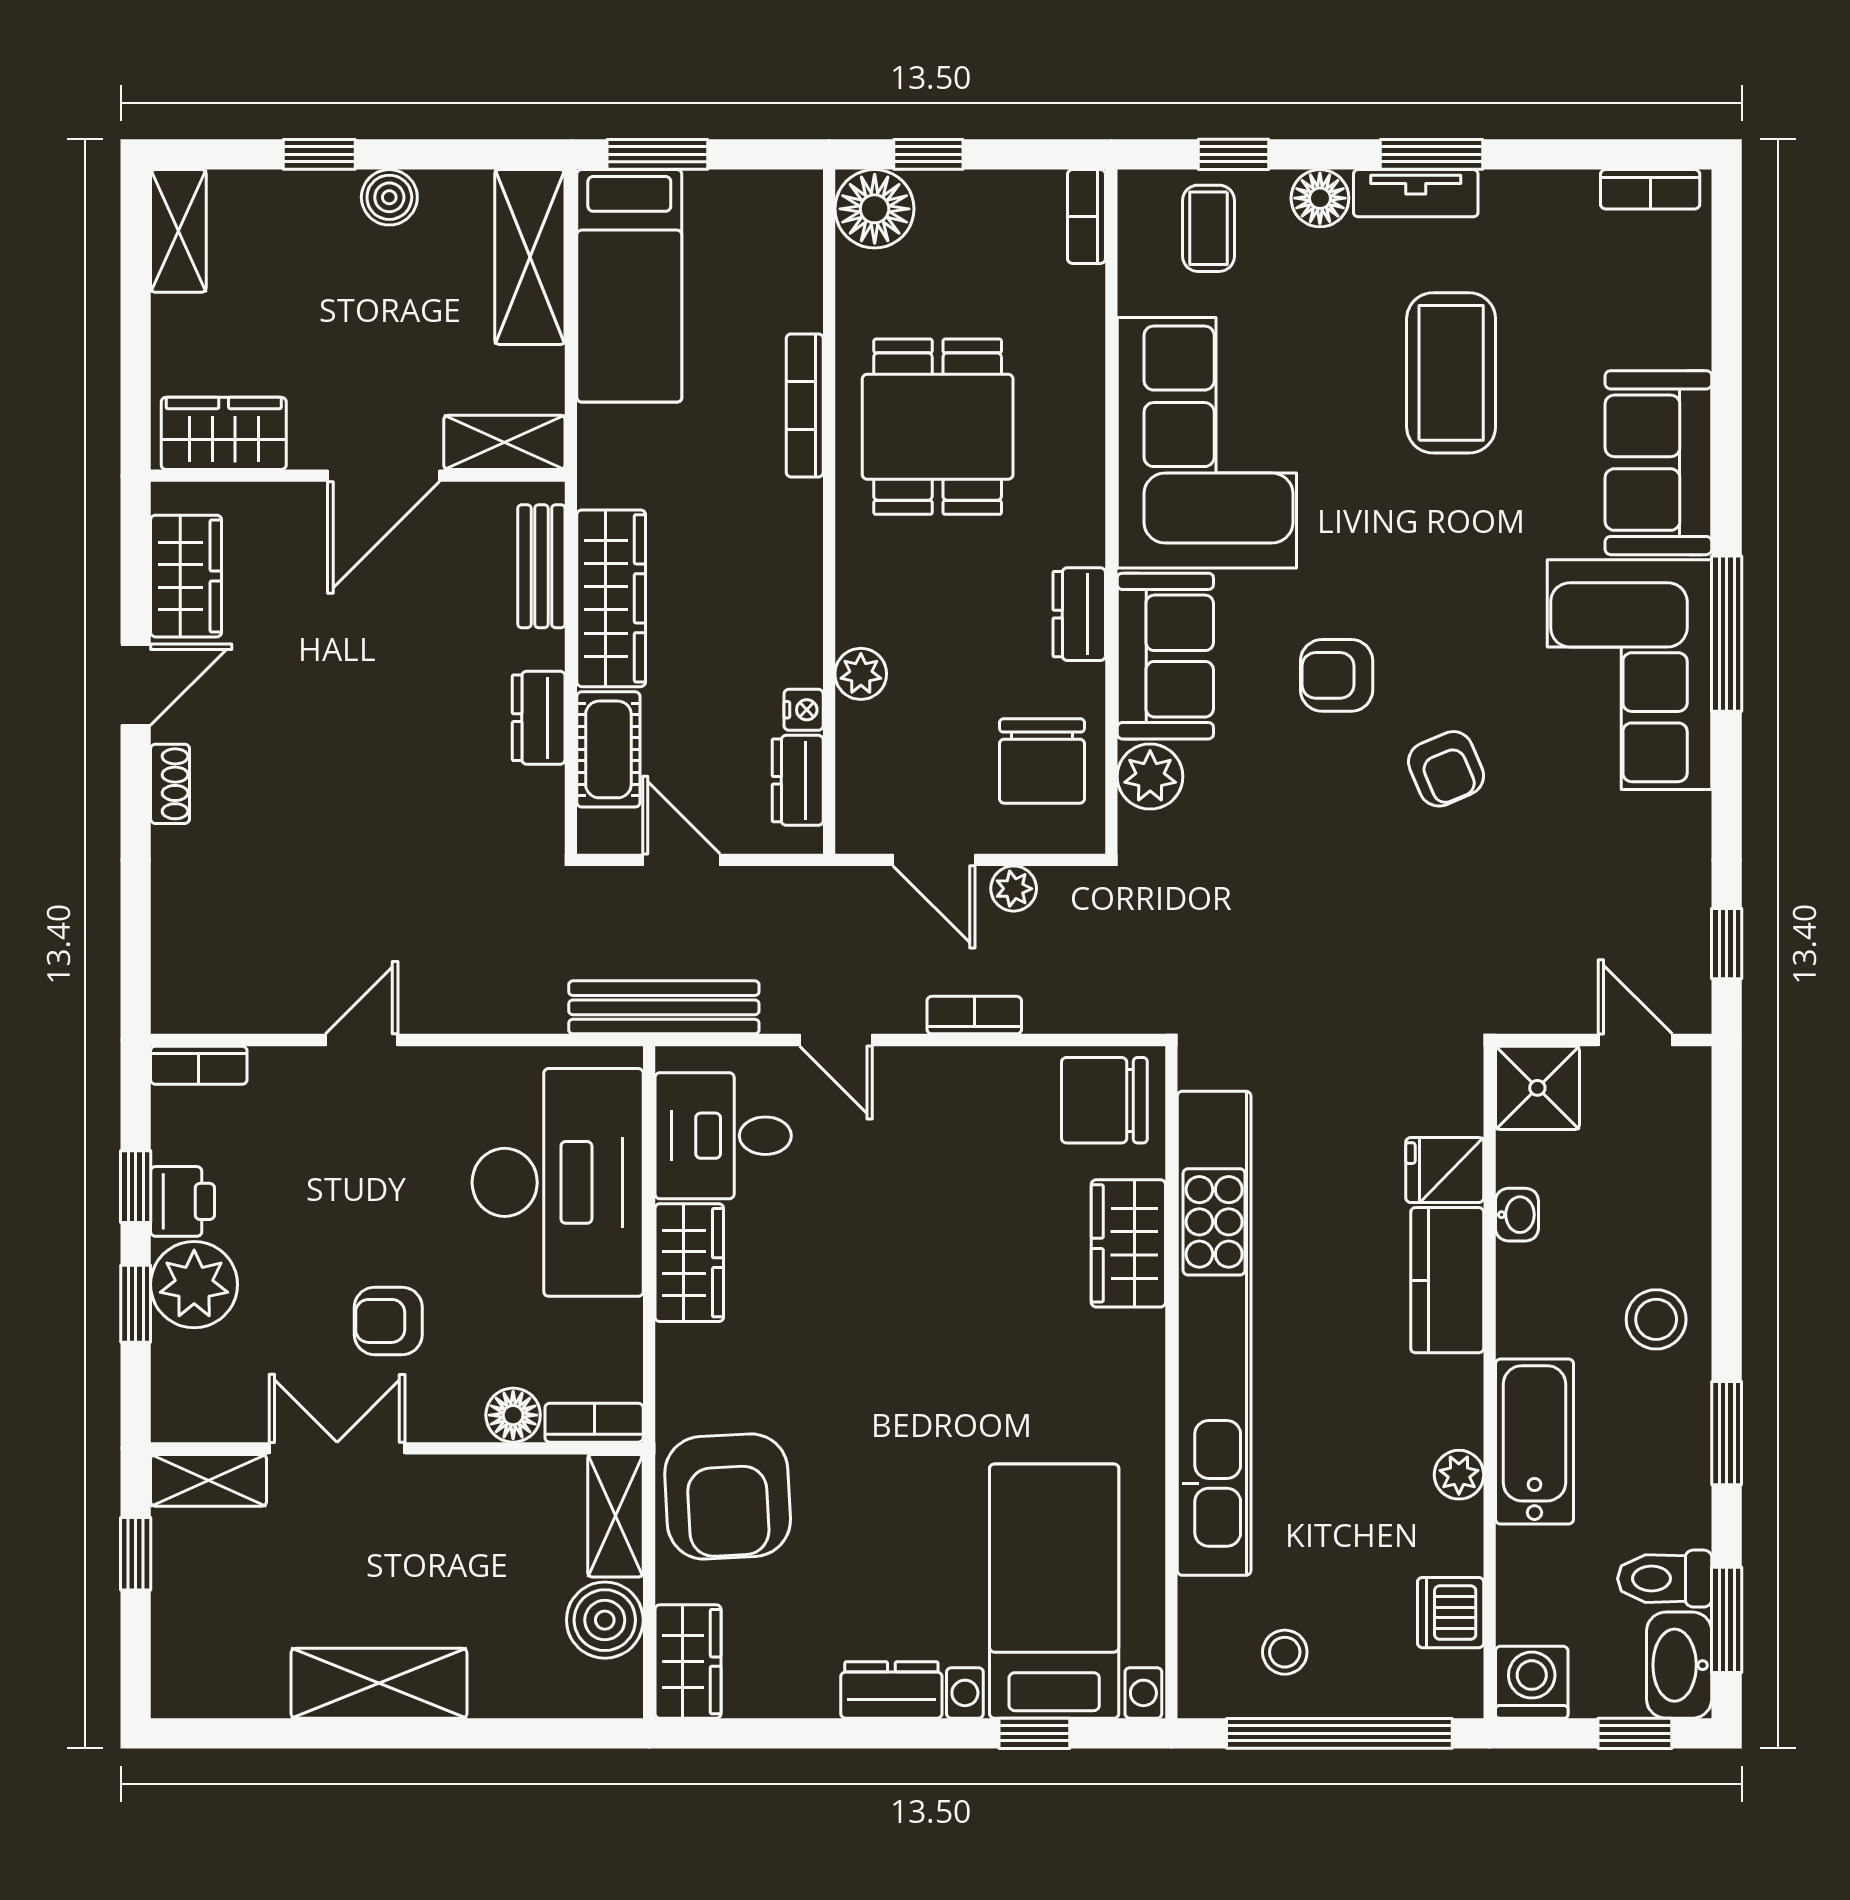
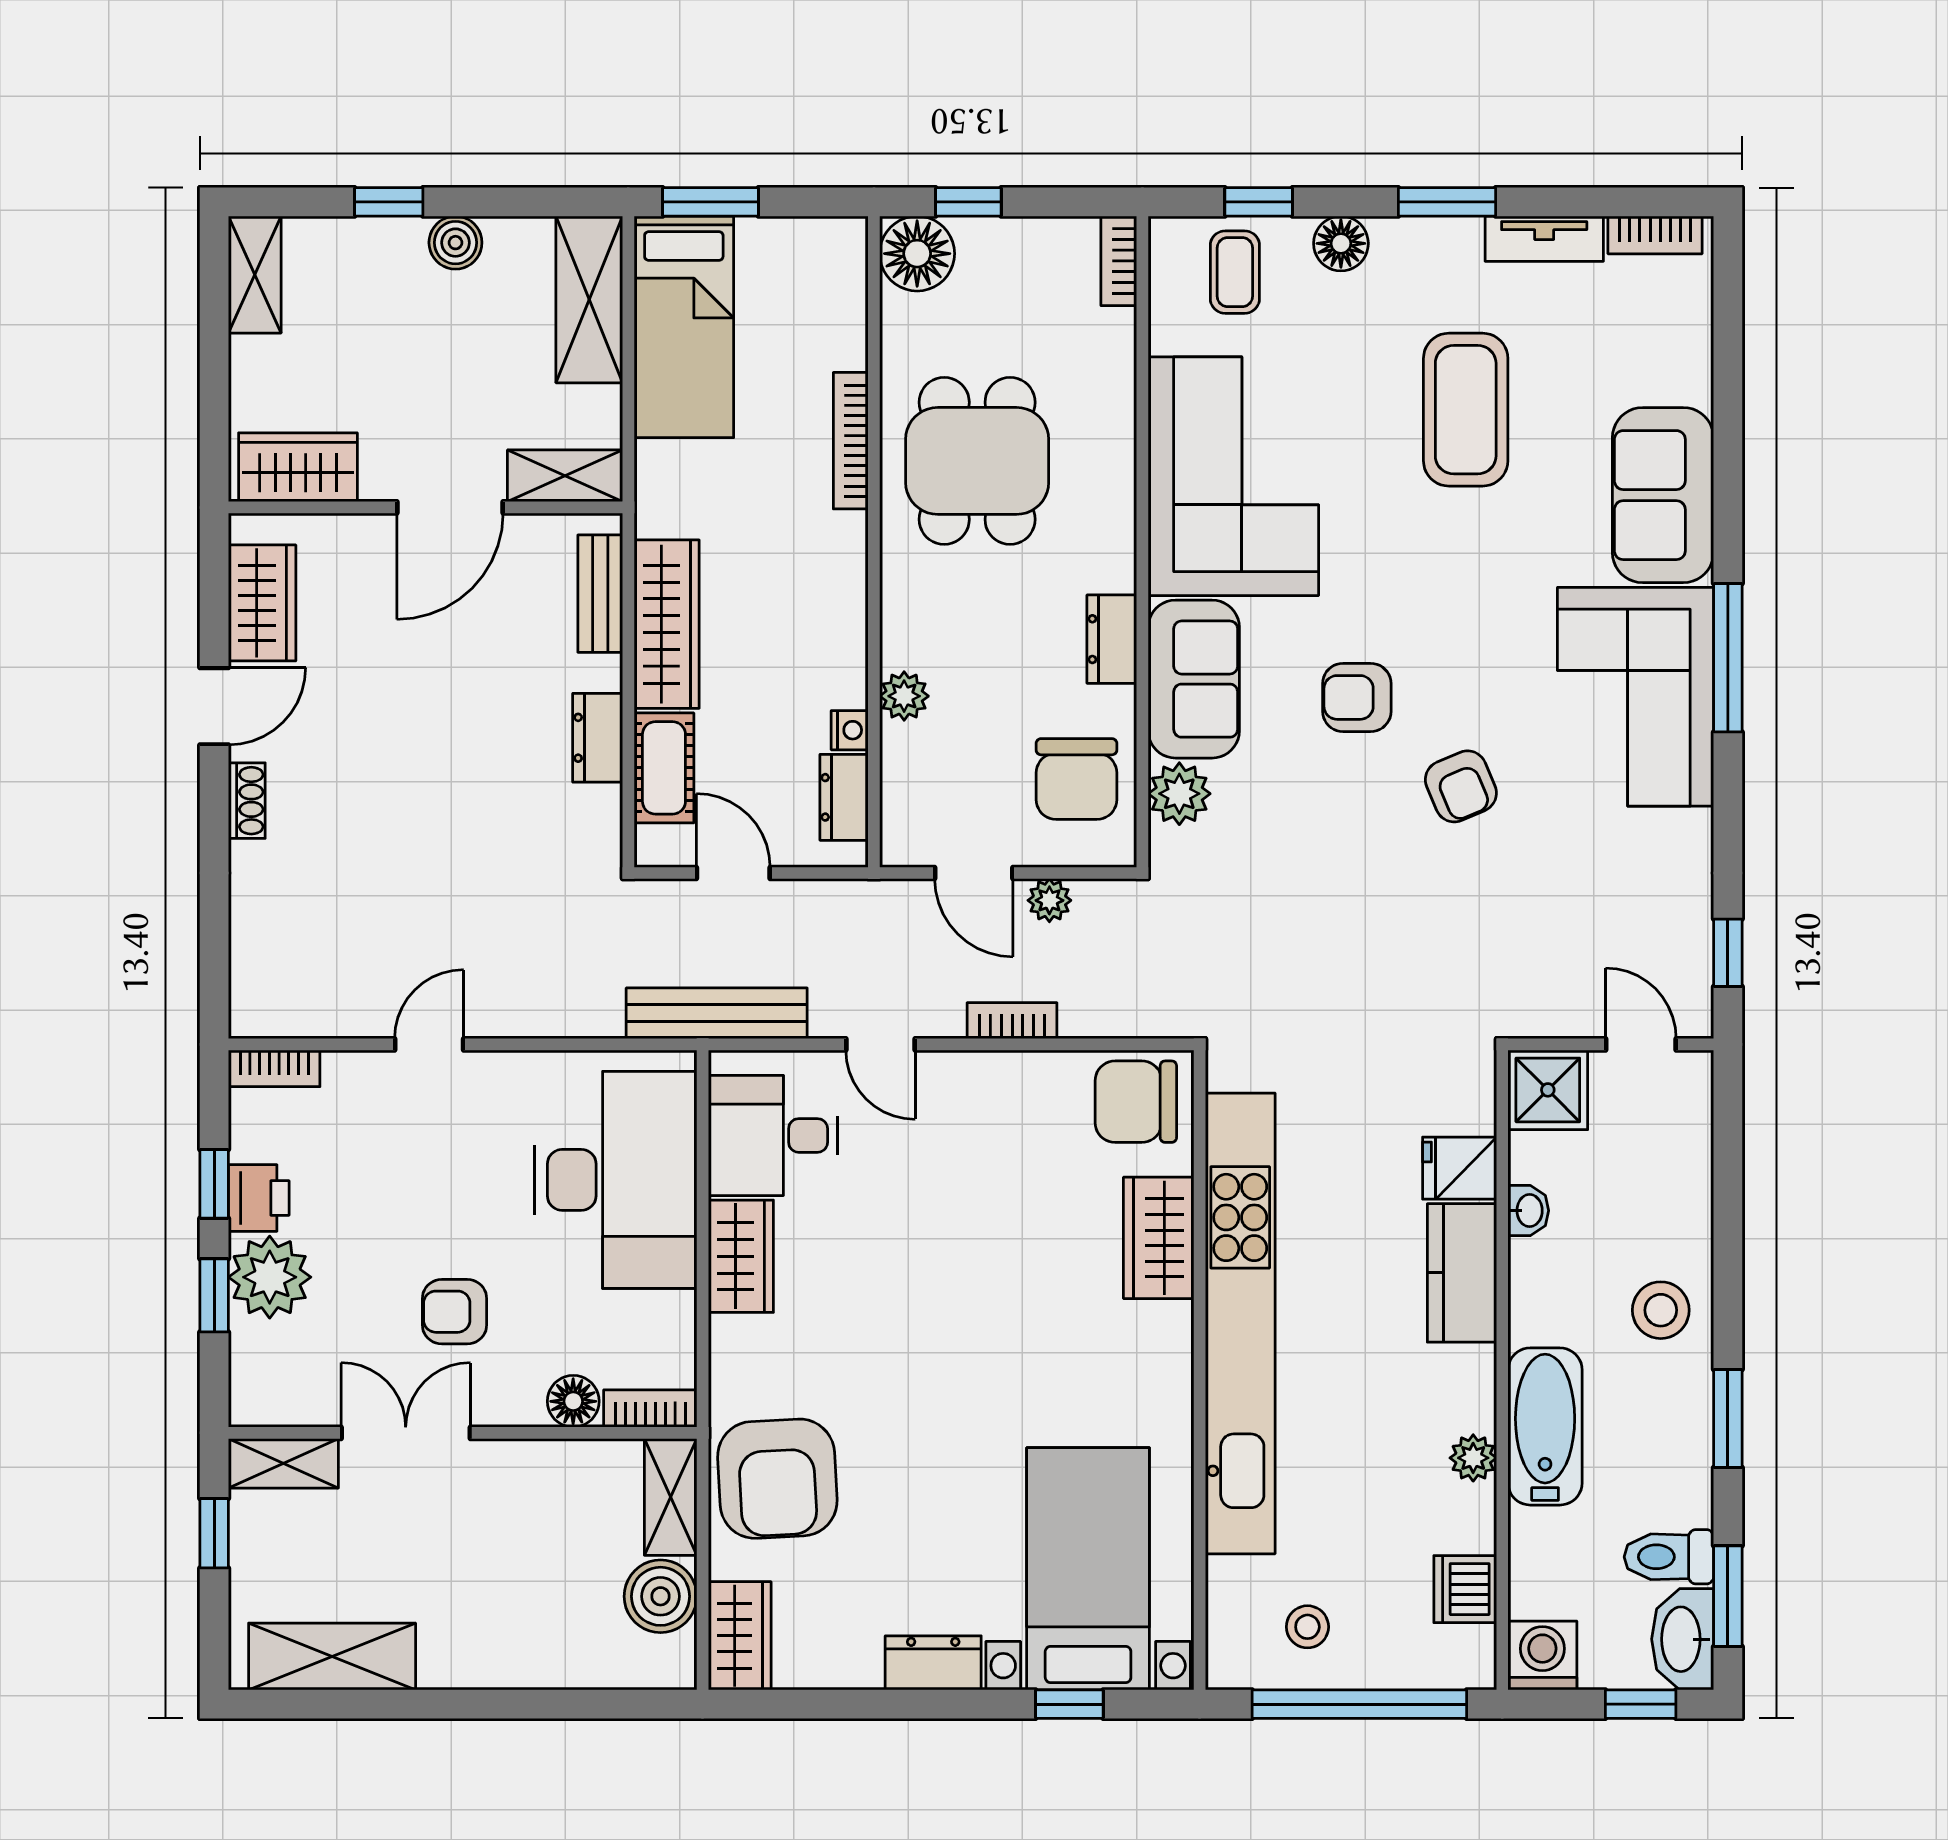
tv unit: (1416, 193) -> (1544, 239), moved
shelving: (379, 1683) -> (332, 1656), moved

